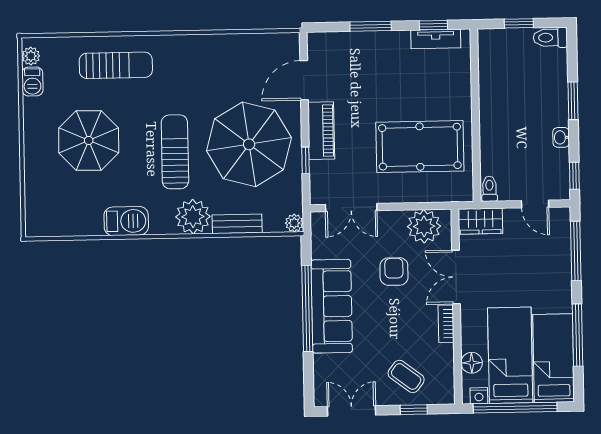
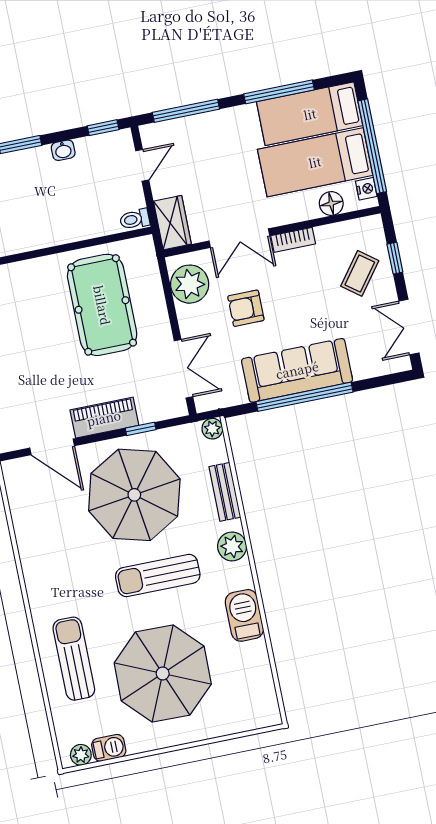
parasol: (89, 140) -> (163, 673), width x1.36, depth x1.36
plant: (193, 217) -> (232, 546), width x0.73, depth x0.73

